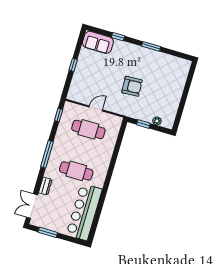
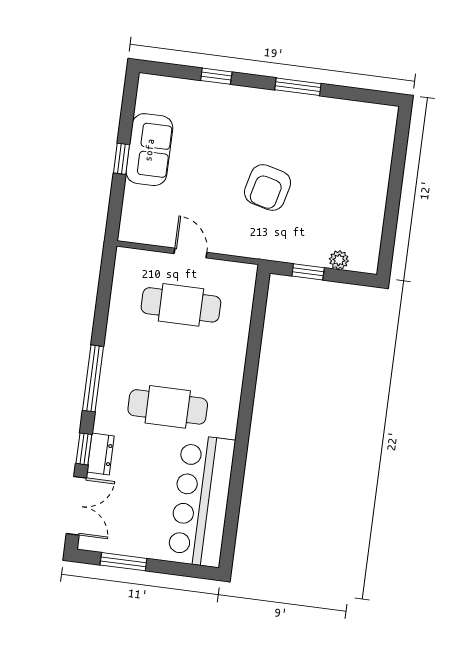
sofa: (98, 42) -> (149, 150), moved, turned -90
armchair: (132, 86) -> (268, 188), turned 107
door: (96, 108) -> (190, 253), hinge flipped
window: (59, 115) -> (84, 449), moved
double door: (32, 206) -> (76, 506), swing flipped

